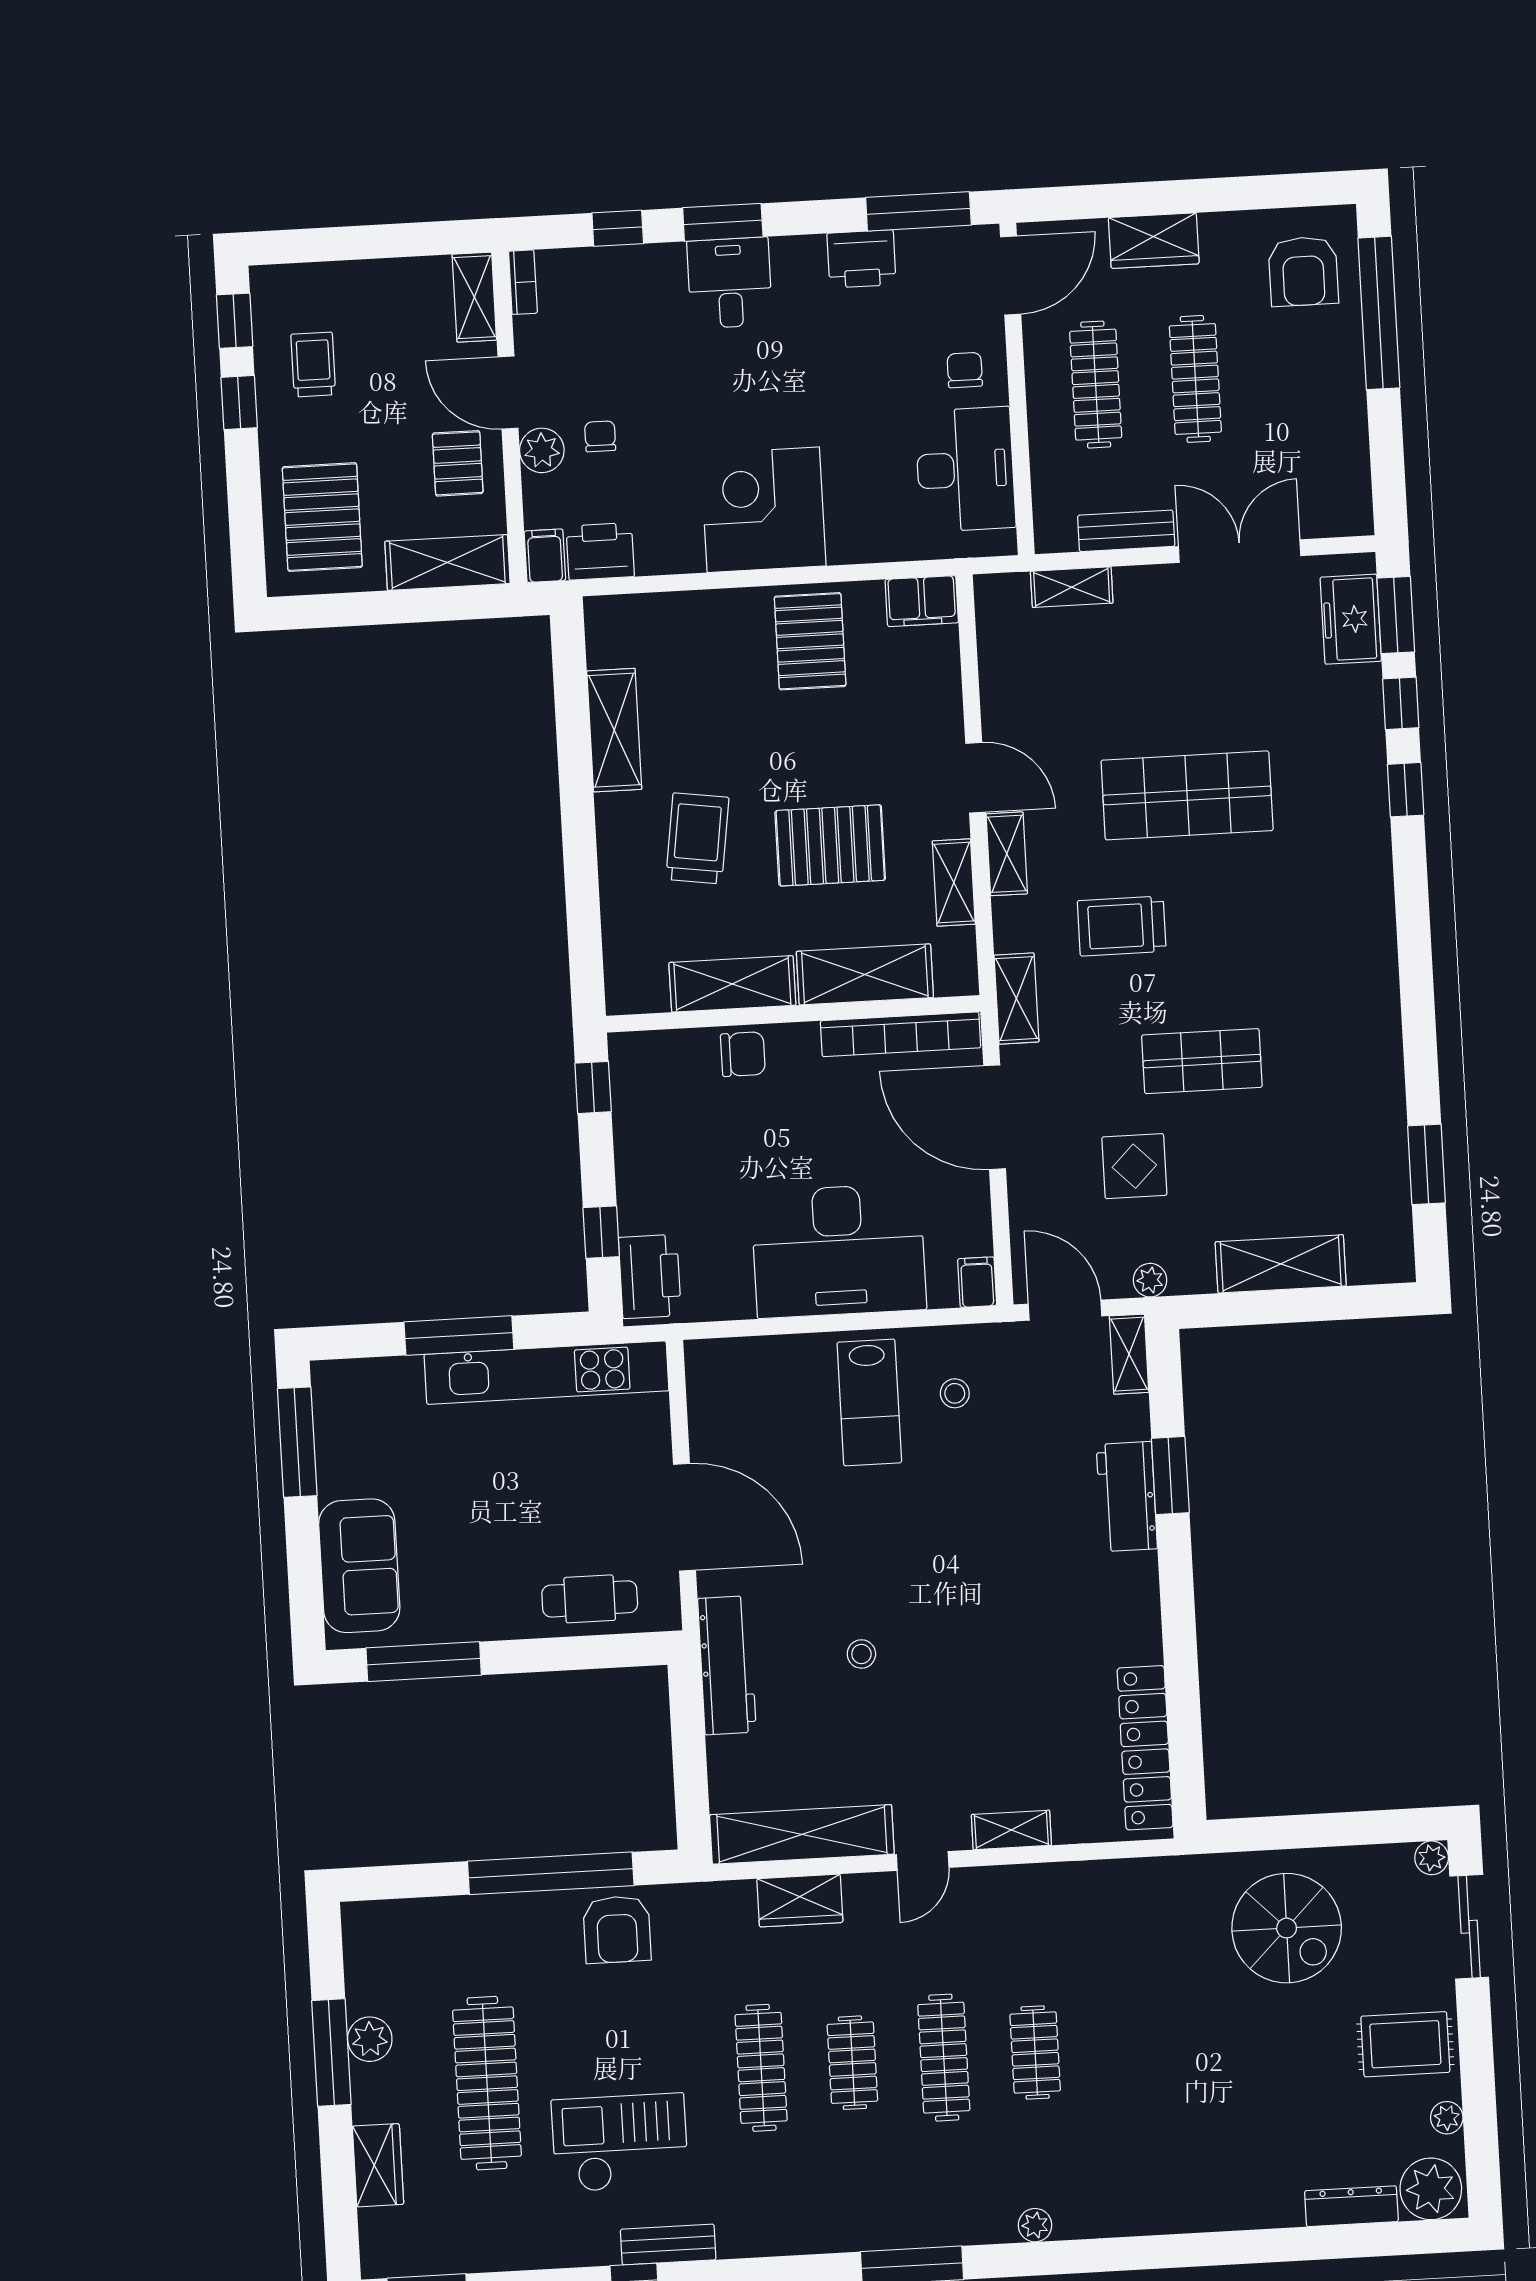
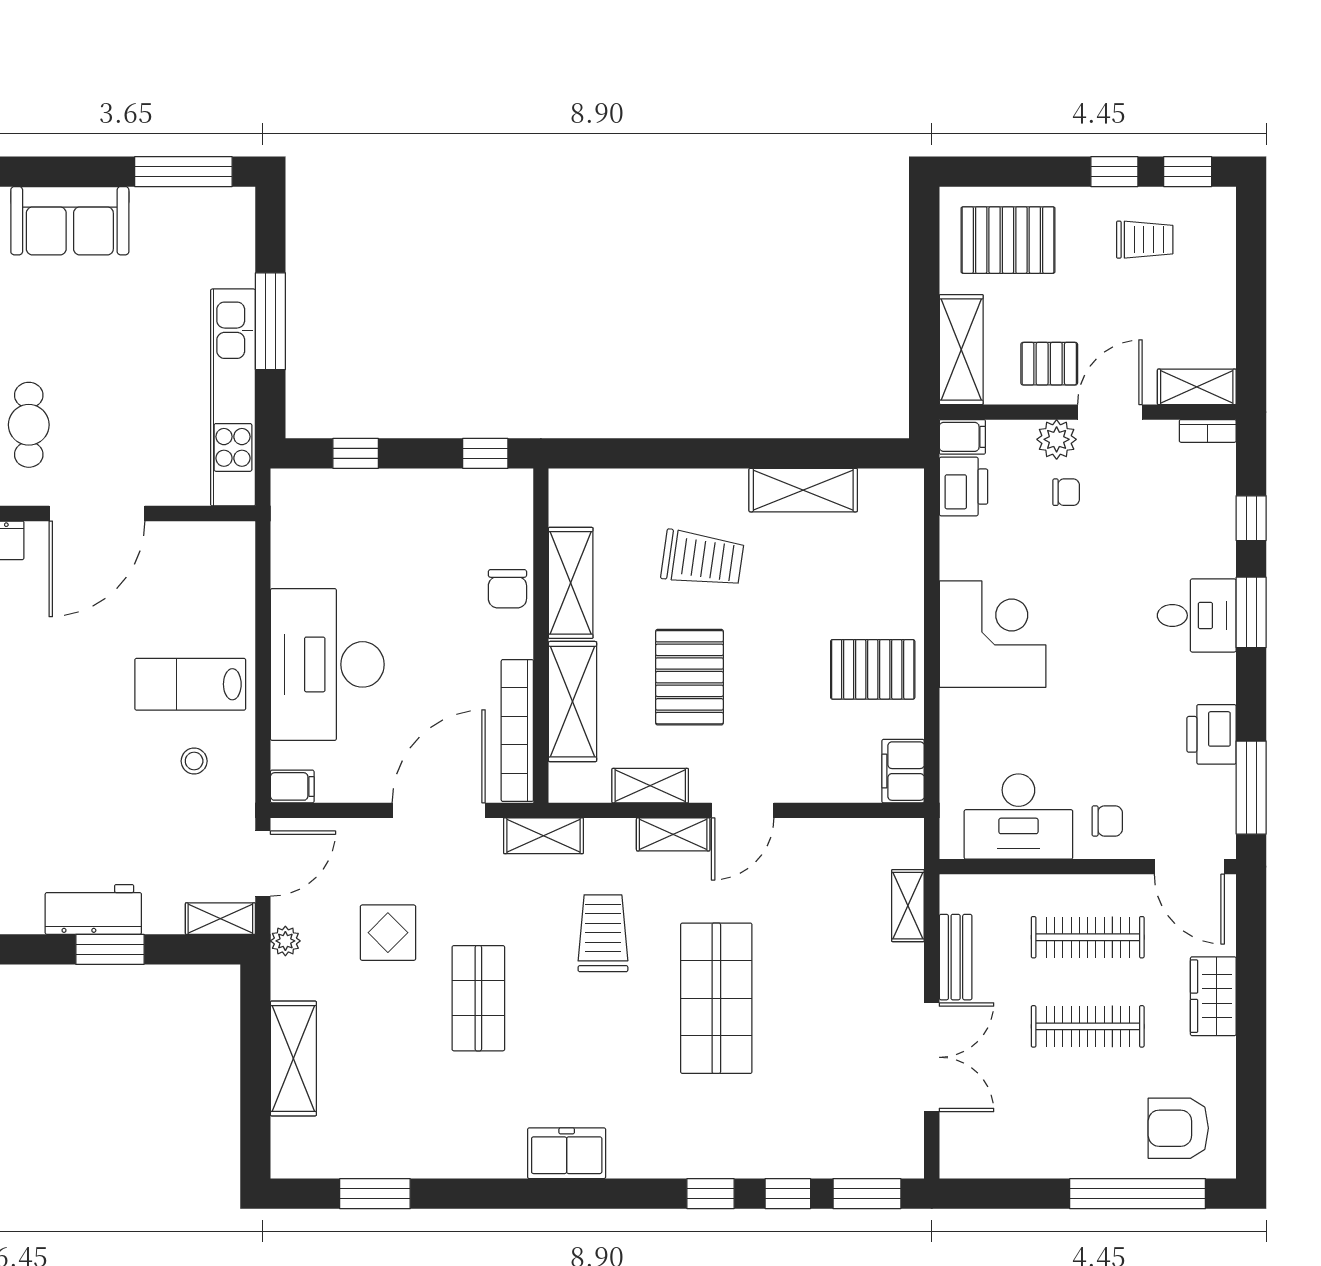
freezer: (1351, 619) -> (567, 1153), moved
printer: (650, 1276) -> (314, 495), removed

